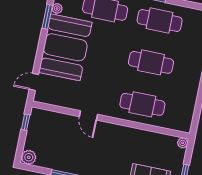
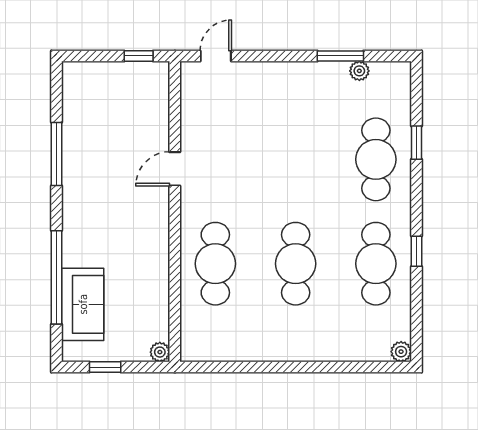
booth: (65, 47) -> (291, 101), removed
door: (34, 82) -> (216, 56), hinge flipped
plant: (29, 157) -> (75, 75), removed

